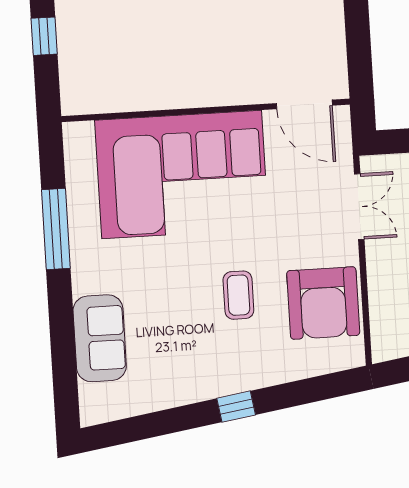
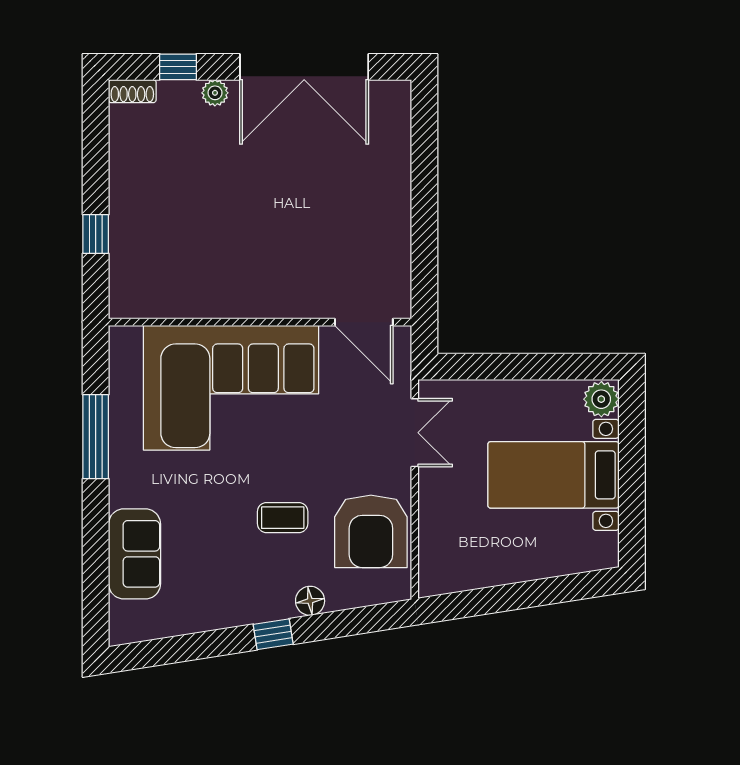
coffee table: (238, 295) -> (283, 518), turned 90
floor lamp: (269, 373) -> (310, 601), added

